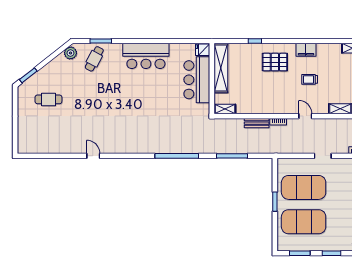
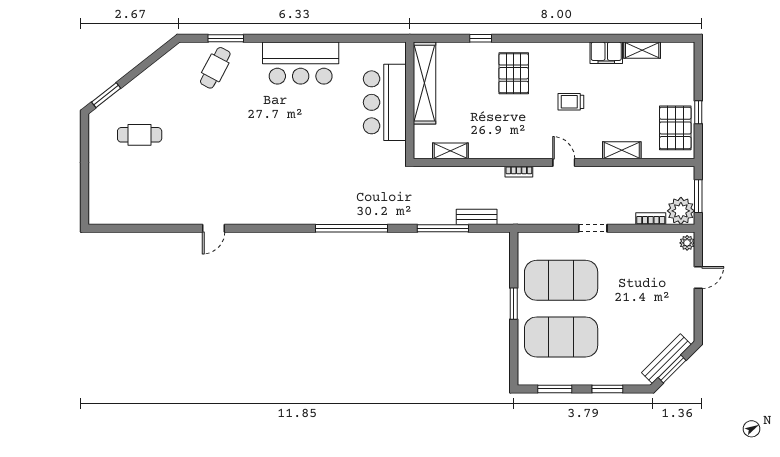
fridge: (203, 50) -> (394, 53), removed
filing cabinet: (306, 50) -> (606, 53), moved
plant: (70, 53) -> (176, 58), removed
pallet: (275, 62) -> (514, 73), turned 90
shelving: (225, 109) -> (450, 151), moved
bench: (257, 123) -> (477, 217), moved
door: (93, 156) -> (214, 228), swing flipped

